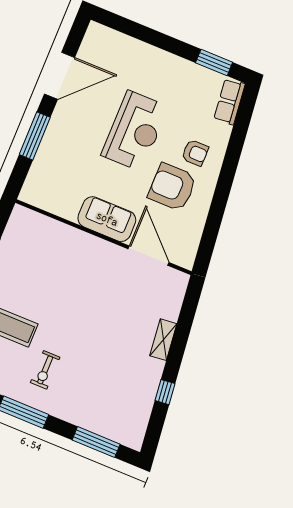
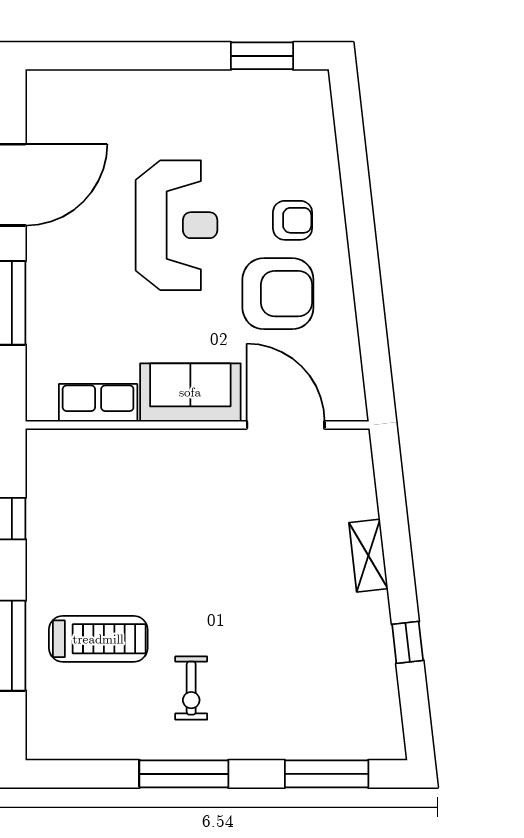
row of seats: (229, 102) -> (98, 403), moved, turned 96
armchair: (172, 187) -> (278, 294), turned 180

